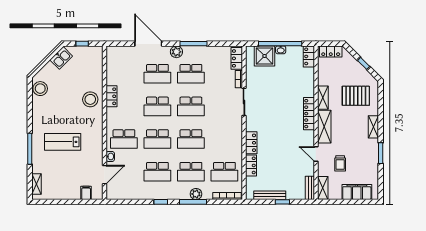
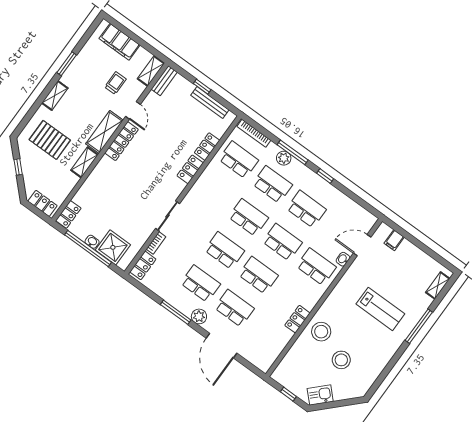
stool: (40, 89) -> (341, 360), moved
locker: (309, 114) -> (122, 141), moved

